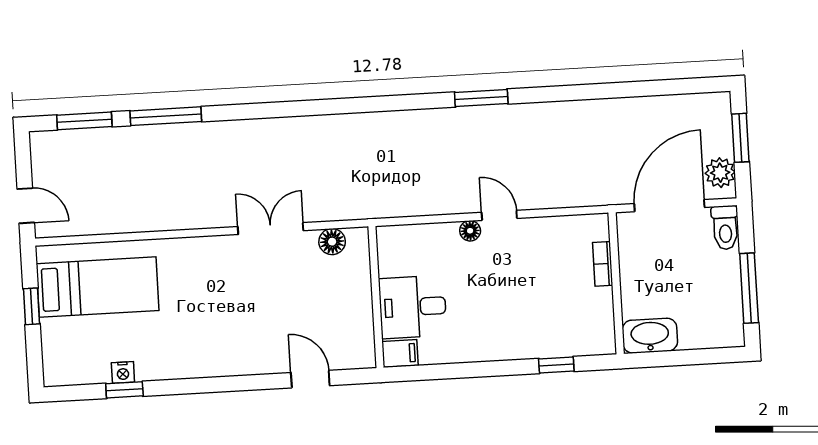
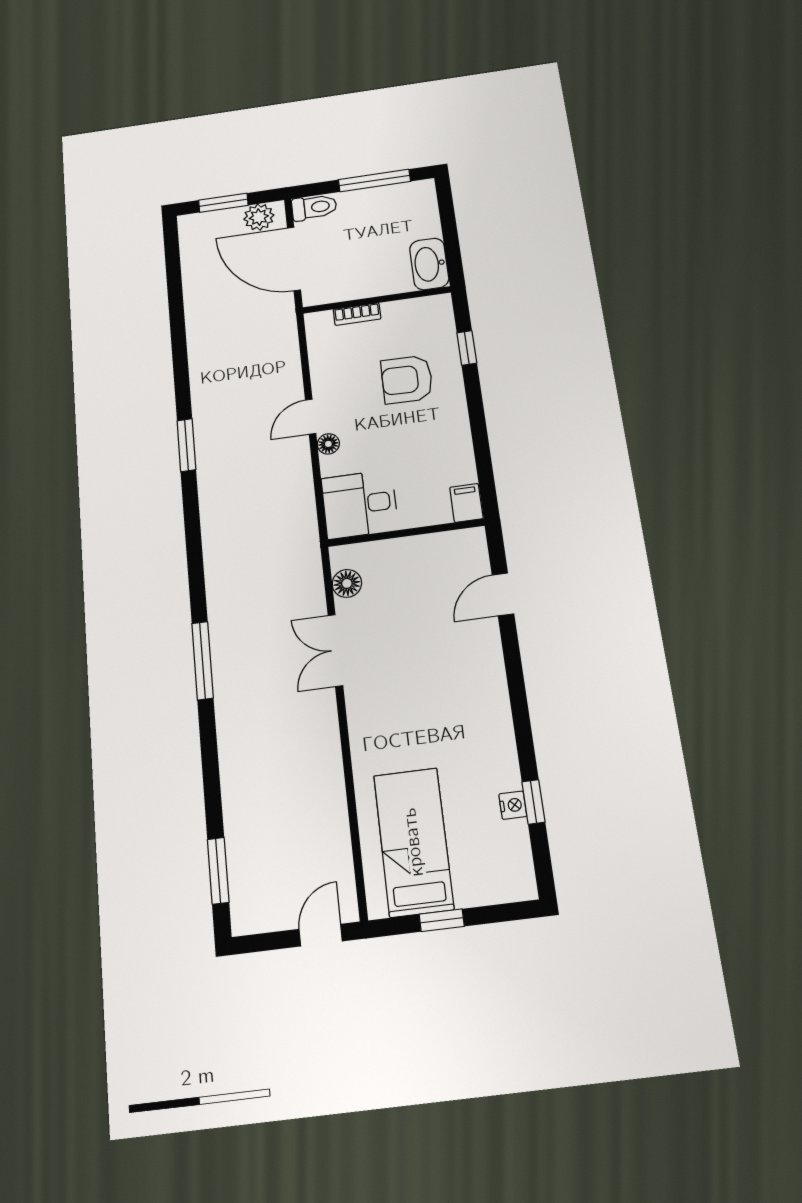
window: (166, 116) -> (202, 660), moved
desk: (413, 307) -> (360, 504), moved, turned 90
armchair: (529, 307) -> (407, 379), added

